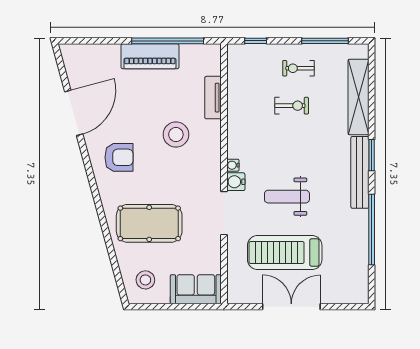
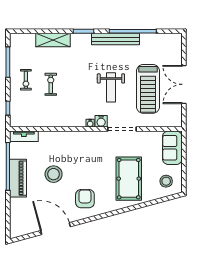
shelving: (359, 97) -> (53, 40), width x0.68
tv unit: (213, 98) -> (24, 136), moved
stool: (176, 135) -> (54, 174), moved
bench: (360, 172) -> (116, 39), moved

